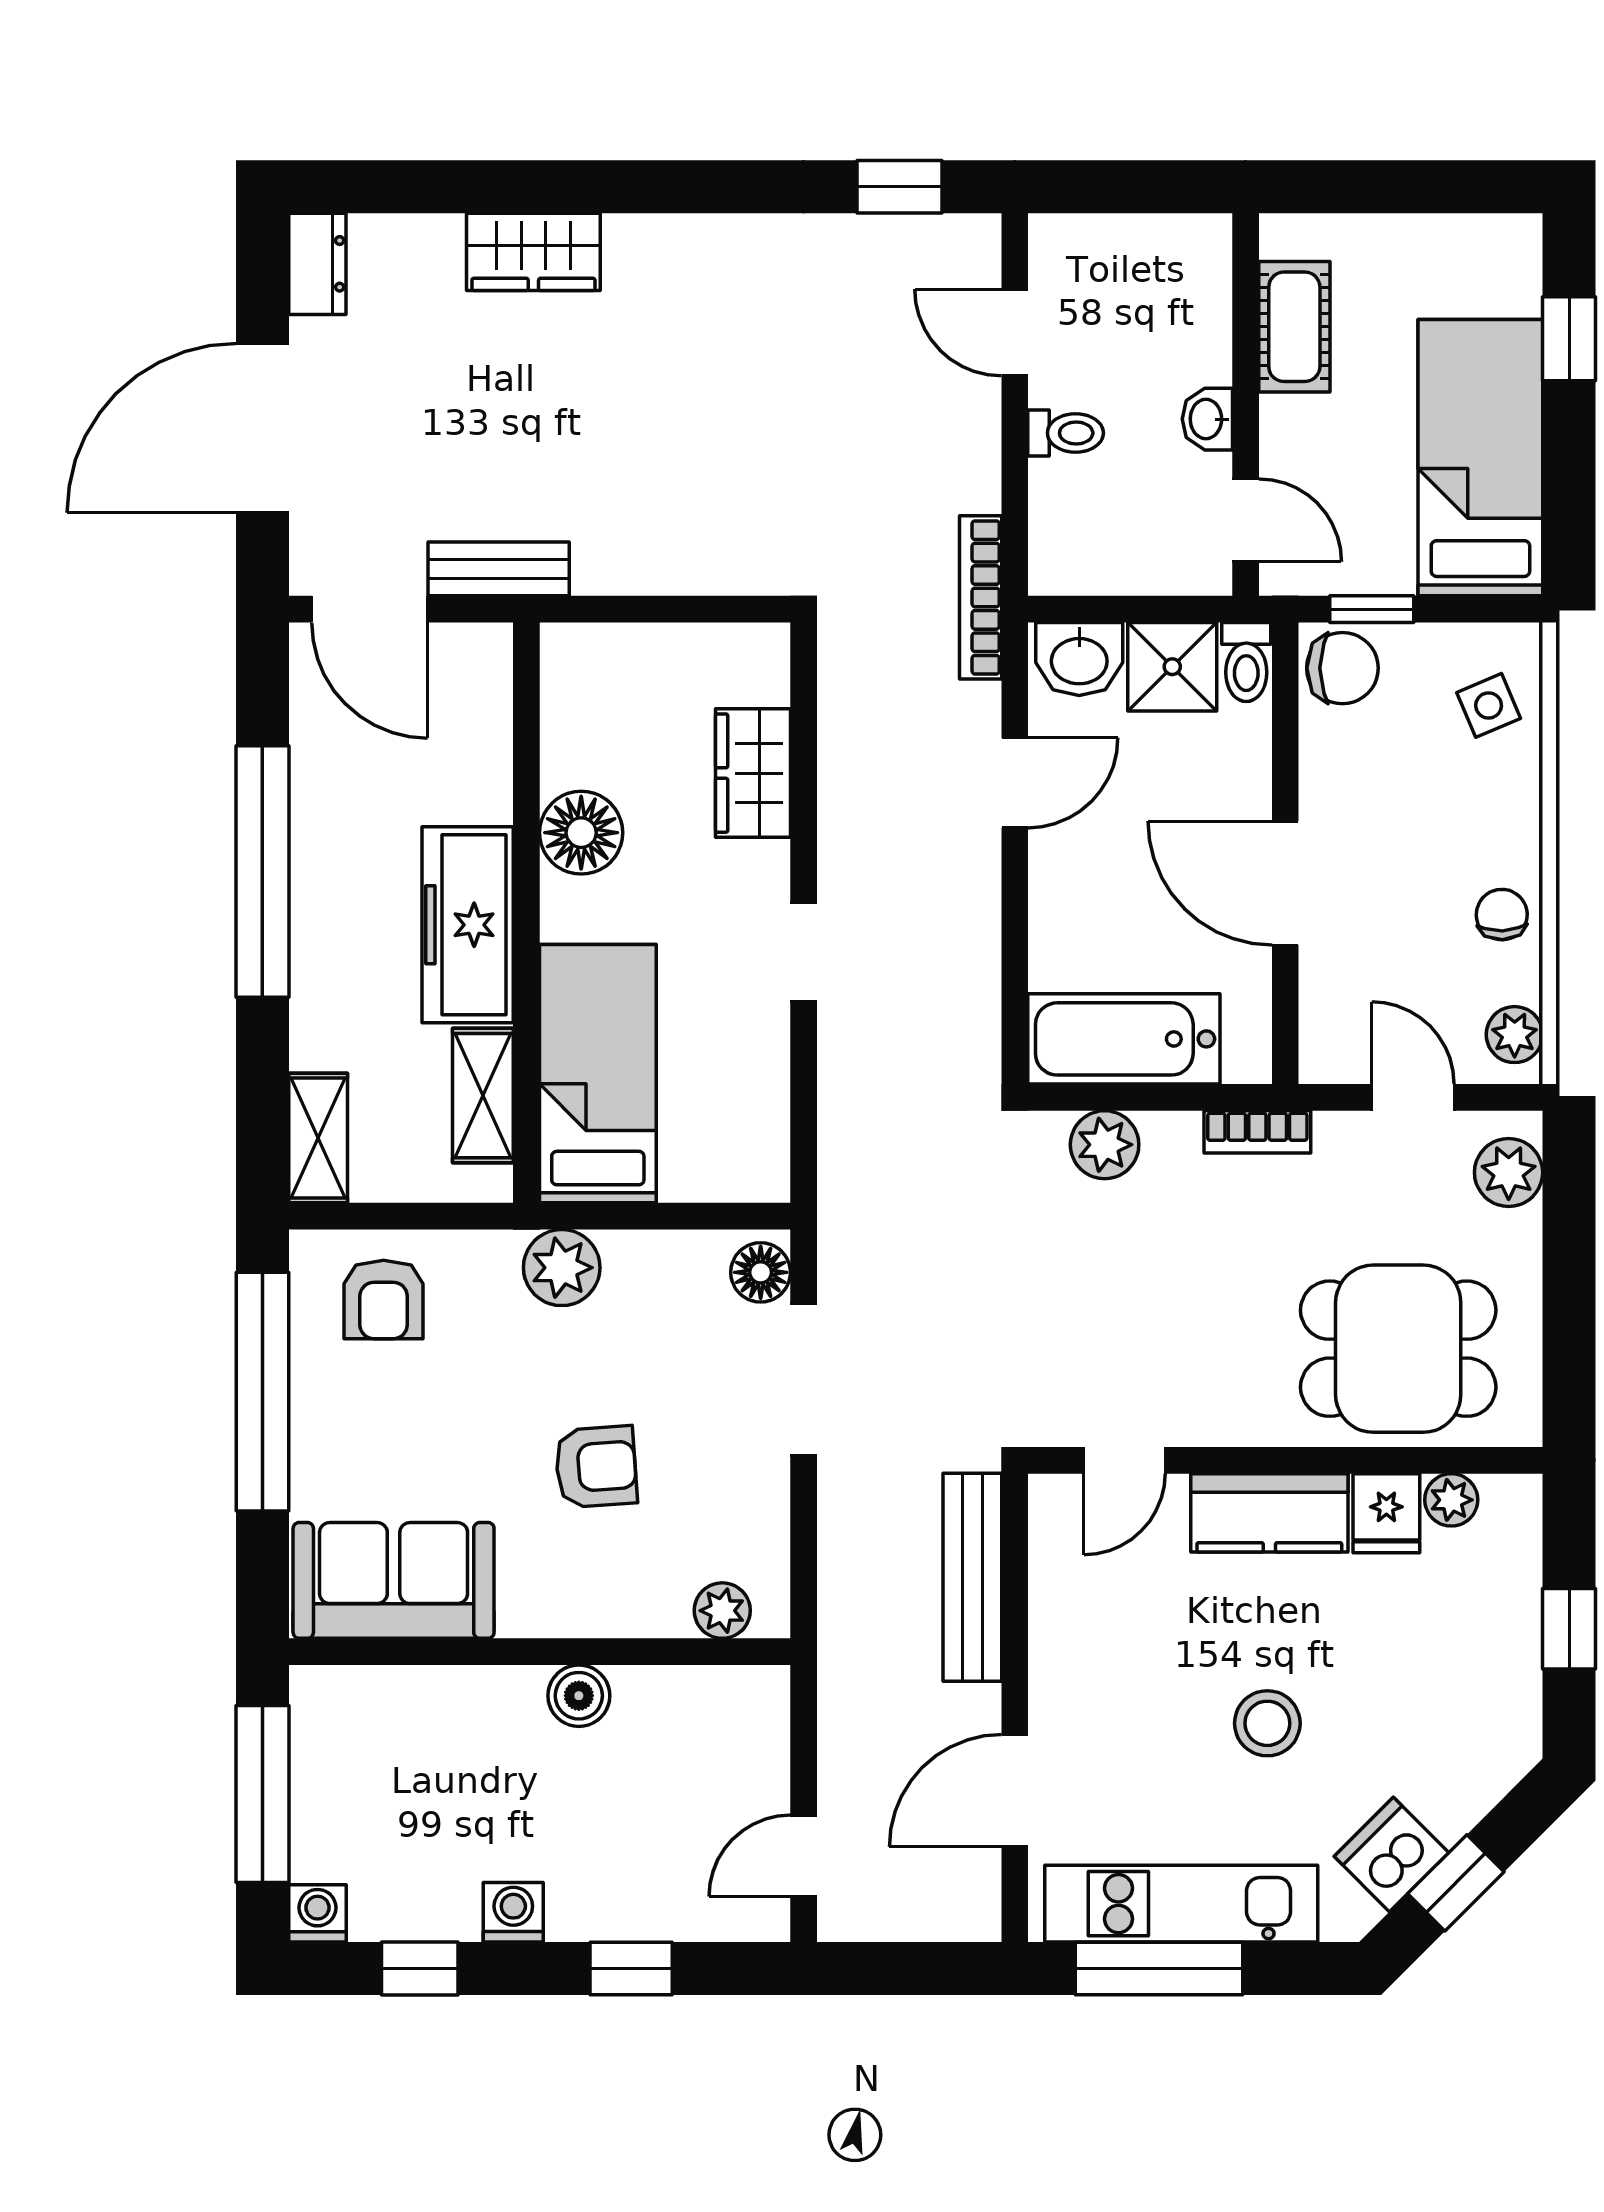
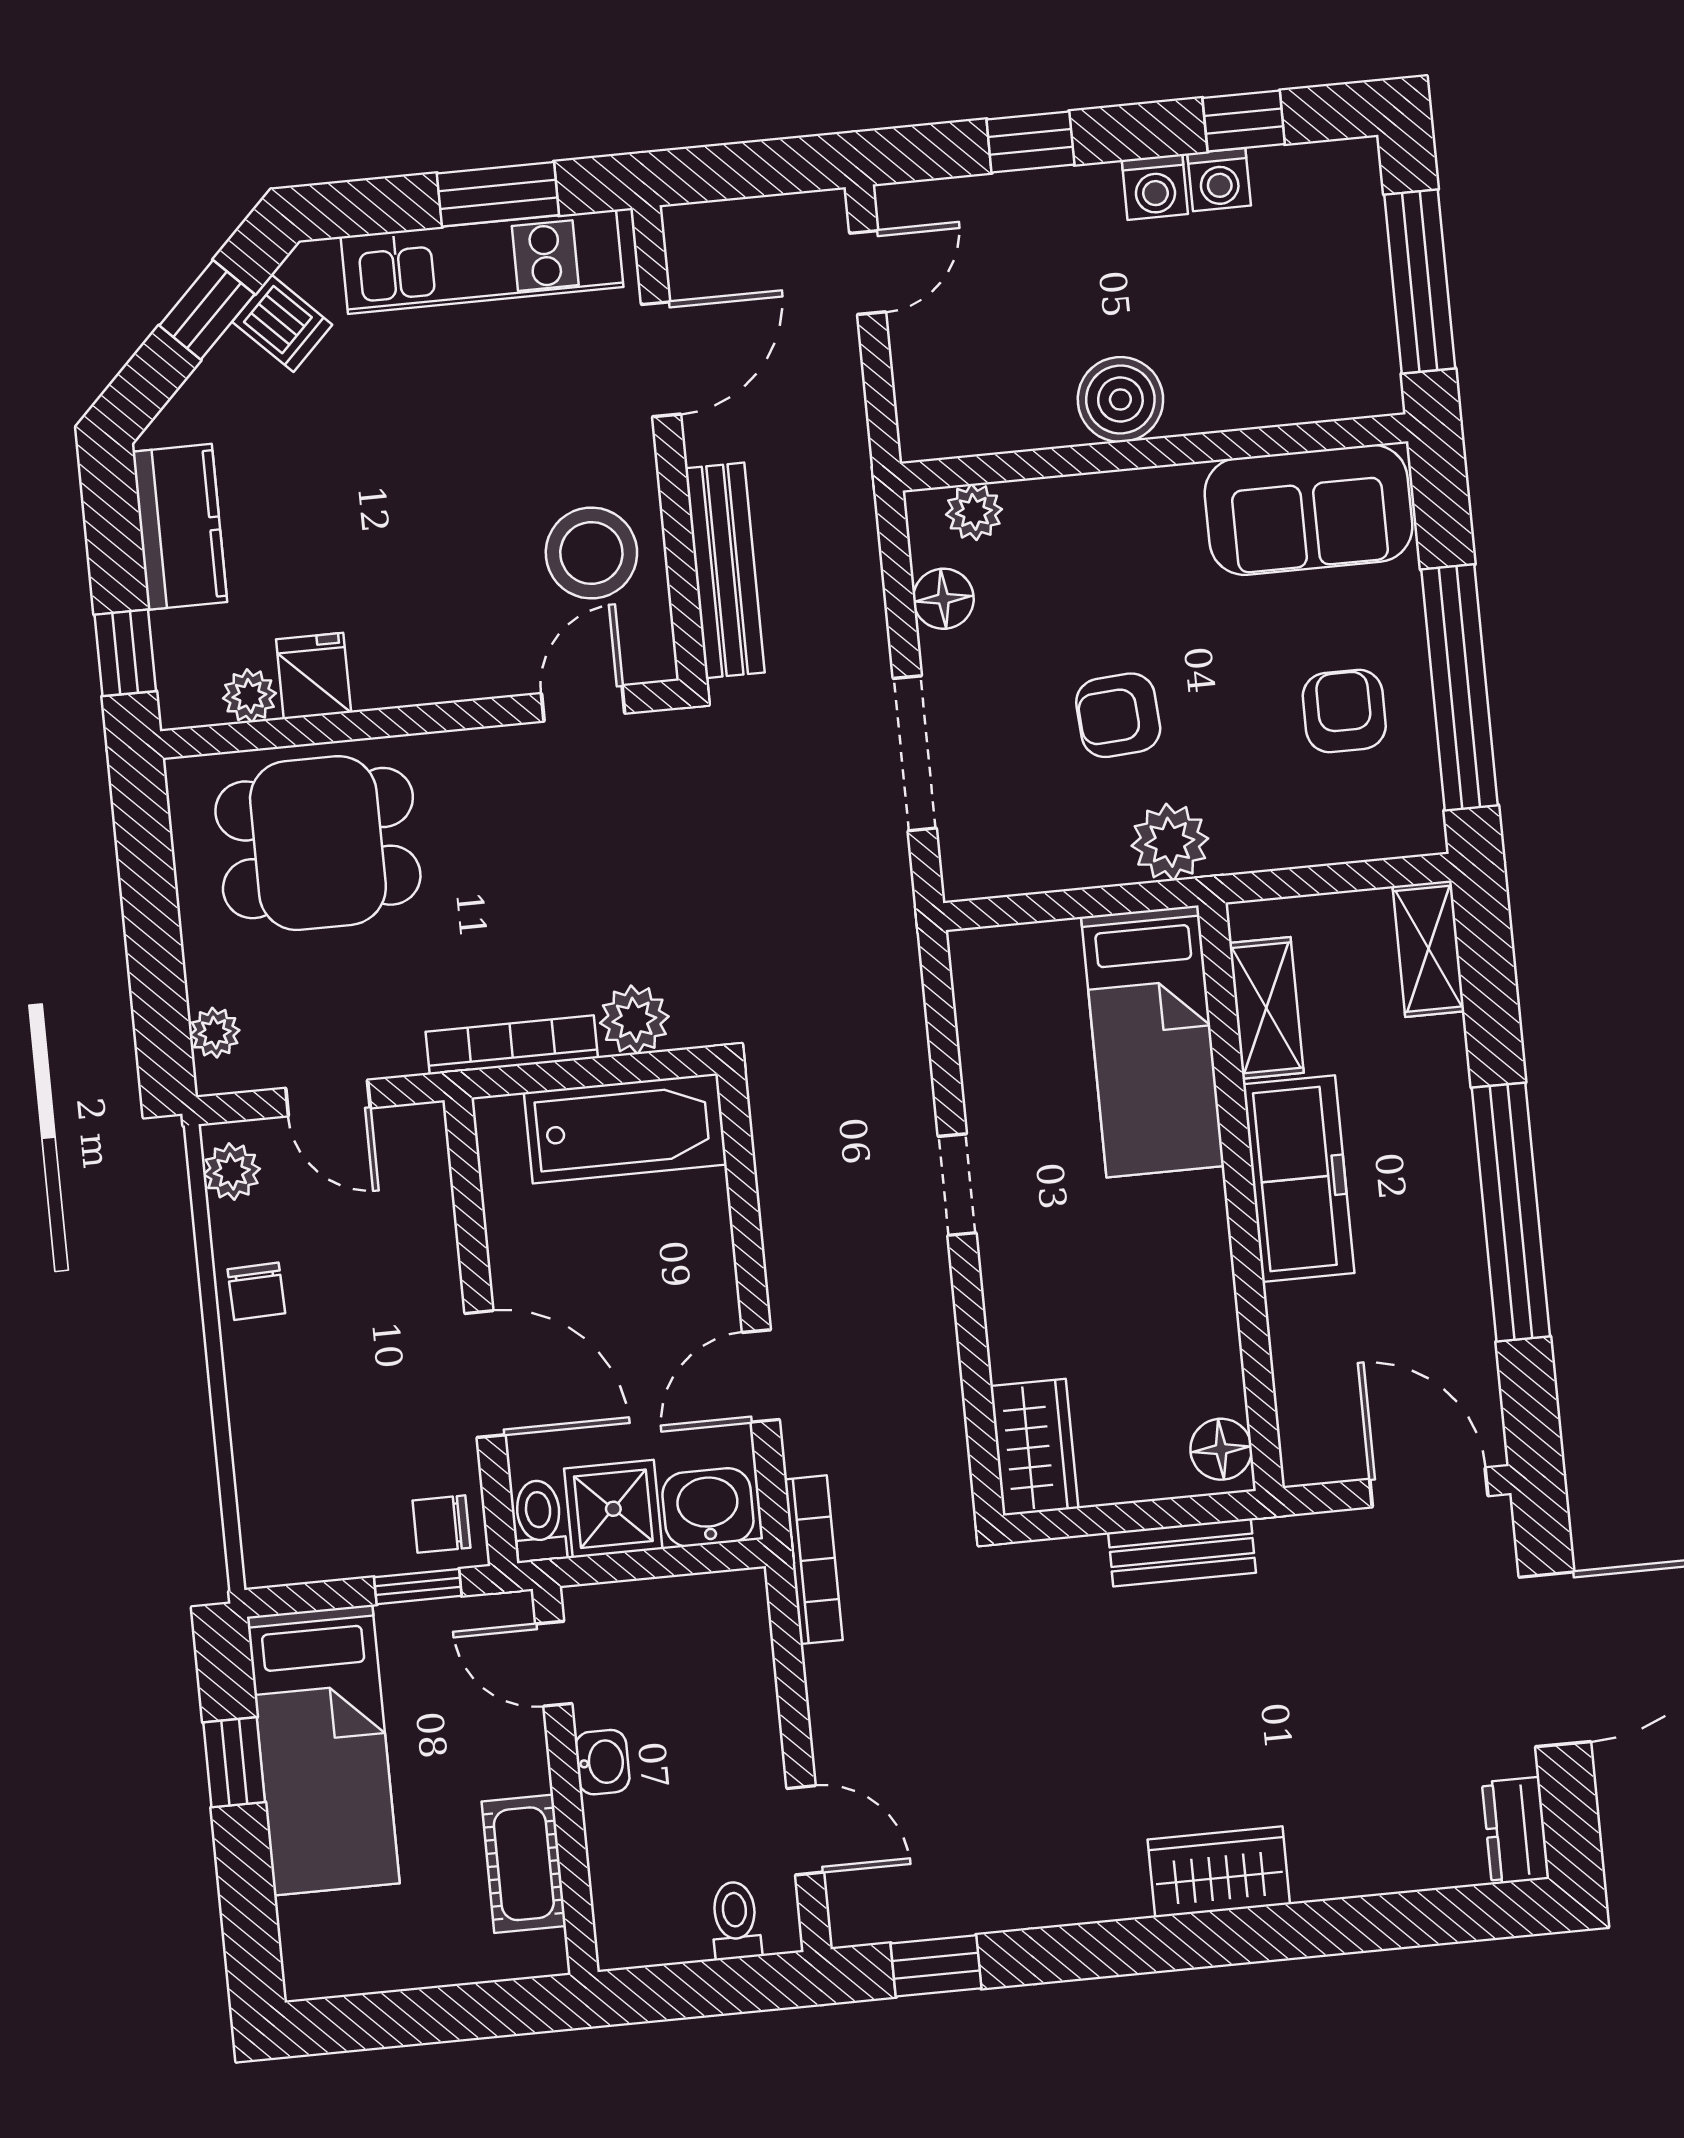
wardrobe: (533, 252) -> (1219, 1872), moved
window: (1569, 339) -> (234, 1762), moved
toilet: (1066, 433) -> (735, 1920), moved, turned 90
bench: (499, 569) -> (1182, 1553), moved
chair: (1342, 668) -> (441, 1524), width x0.73, depth x0.73
side table: (1489, 705) -> (290, 1501), removed
wardrobe: (753, 773) -> (1034, 1447), moved
floor lamp: (581, 833) -> (1221, 1449), moved, width x0.73, depth x0.73
door: (1285, 883) -> (485, 1374), moved
bookcase: (1257, 1132) -> (512, 1045), width x1.56
plant: (1509, 1172) -> (215, 1033), width x0.73, depth x0.73
floor lamp: (761, 1272) -> (943, 599), moved
armchair: (384, 1299) -> (1344, 711), moved
armchair: (596, 1467) -> (1118, 715), moved
kitchen counter: (1269, 1513) -> (180, 527), moved, turned 90
window: (1569, 1629) -> (125, 653), moved
boiler: (579, 1696) -> (1120, 400), width x1.36, depth x1.36
stool: (1267, 1723) -> (591, 553), moved, width x1.38, depth x1.38
dishwasher: (1391, 1854) -> (282, 323), width x0.73
washing machine: (318, 1913) -> (1219, 180), moved
window: (1159, 1968) -> (498, 194), width x0.69

